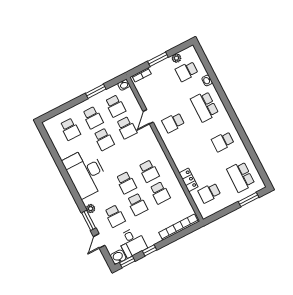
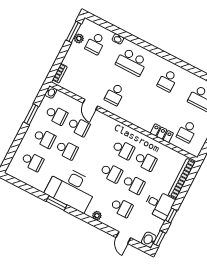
window: (158, 59) -> (74, 32), moved
window: (89, 220) -> (56, 203), moved
desk: (132, 242) -> (159, 205), moved

